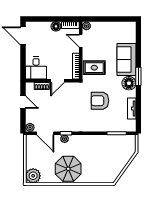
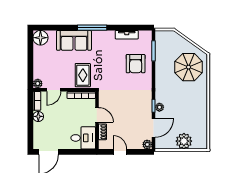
window: (138, 76) -> (92, 28), width x1.44
floor lamp: (129, 83) -> (40, 38), moved
armchair: (100, 101) -> (136, 64), moved
door: (23, 102) -> (120, 152), hinge flipped
parasol: (68, 169) -> (189, 67), moved
plant: (33, 176) -> (184, 141), moved

